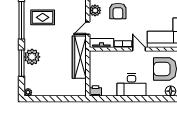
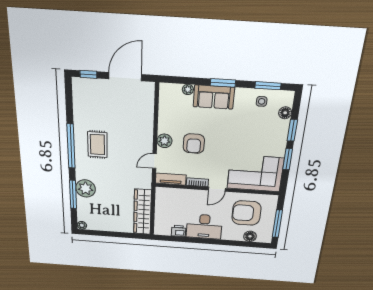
rug: (43, 17) -> (97, 145), turned 90
door: (139, 49) -> (217, 189), swing flipped
wardrobe: (79, 57) -> (142, 212), moved
printer: (96, 91) -> (179, 231), moved

